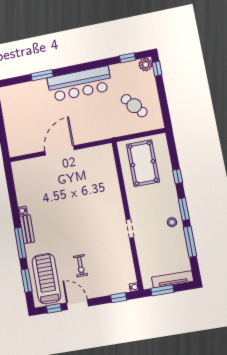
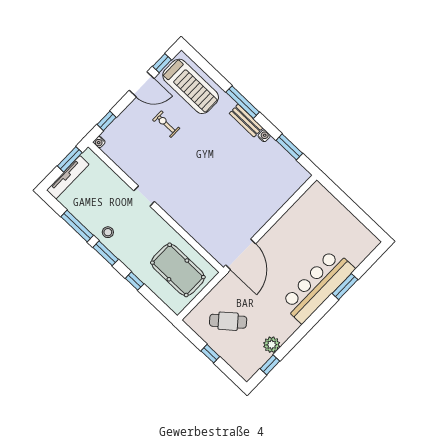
plant: (146, 65) -> (272, 345), moved
window: (157, 69) -> (210, 354), moved
bar counter: (80, 84) -> (318, 286), moved
door: (60, 150) -> (241, 254), moved
window: (27, 281) -> (289, 147), moved

